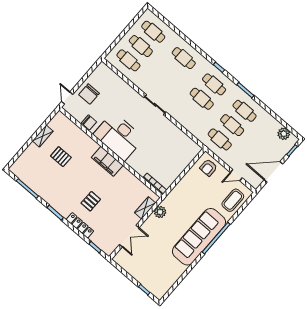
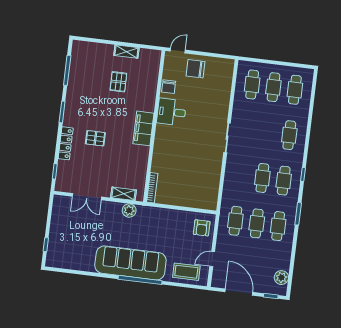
desk: (119, 136) -> (171, 112), width x0.53, depth x0.77
armchair: (208, 168) -> (202, 228), turned -90
door: (236, 175) -> (212, 259), hinge flipped

